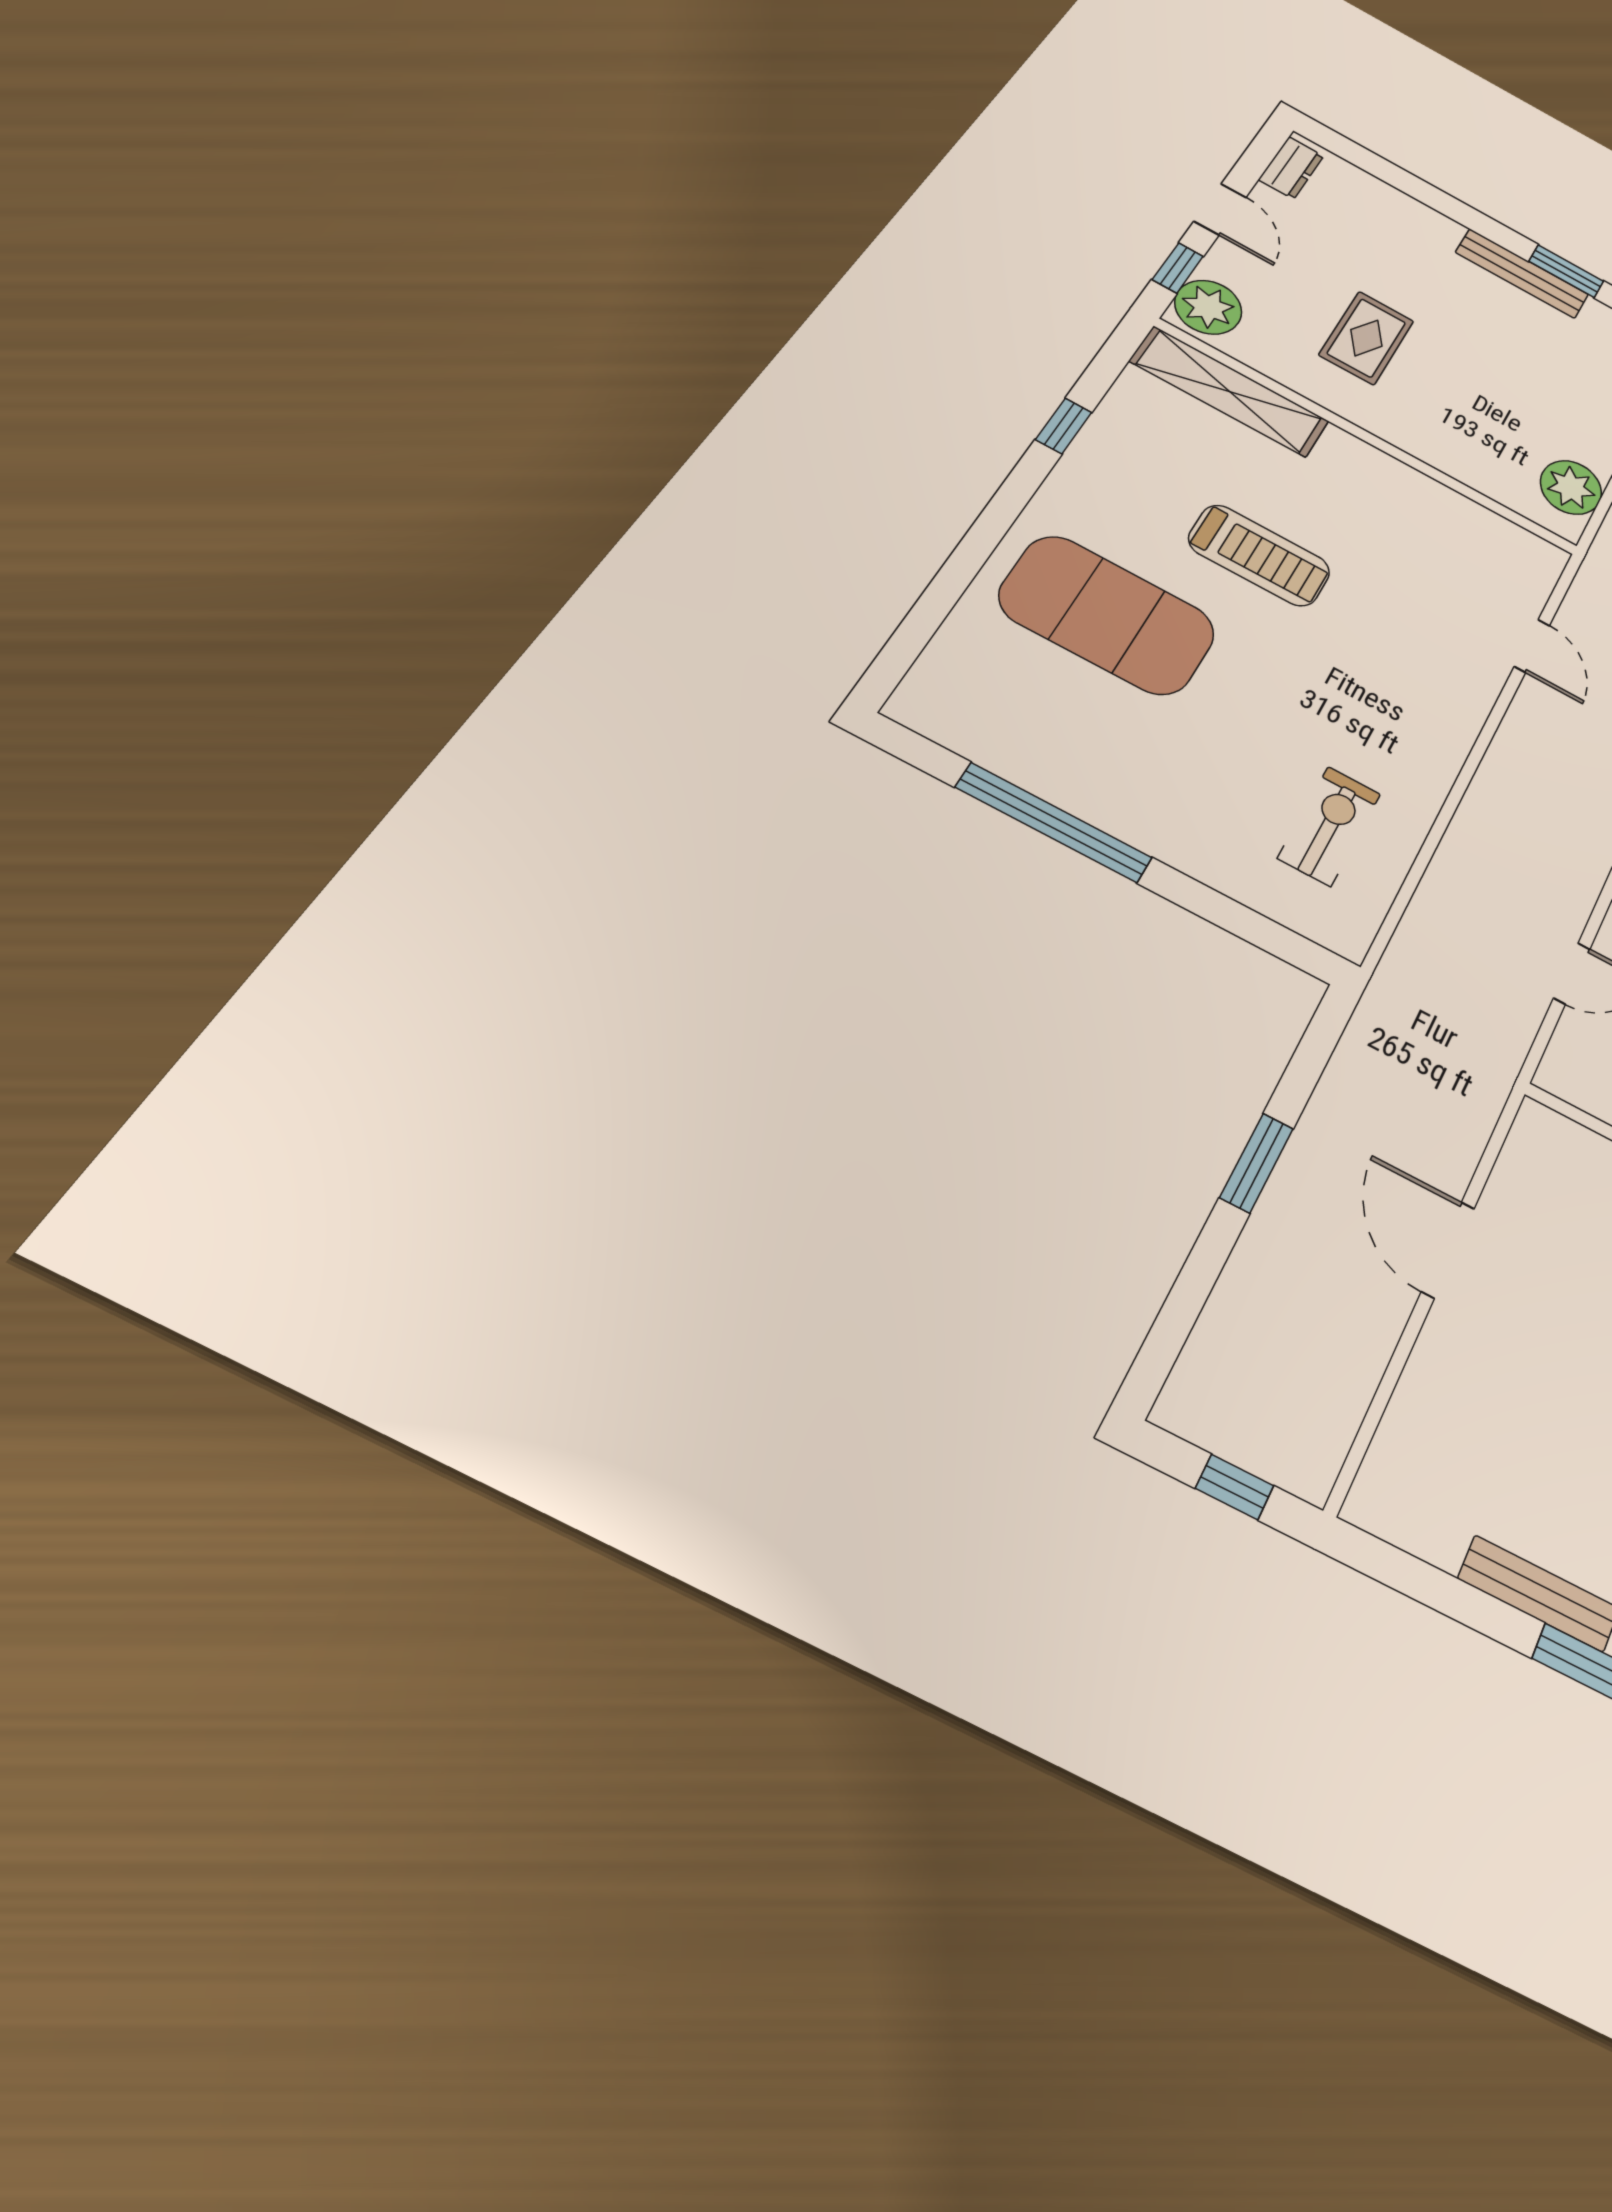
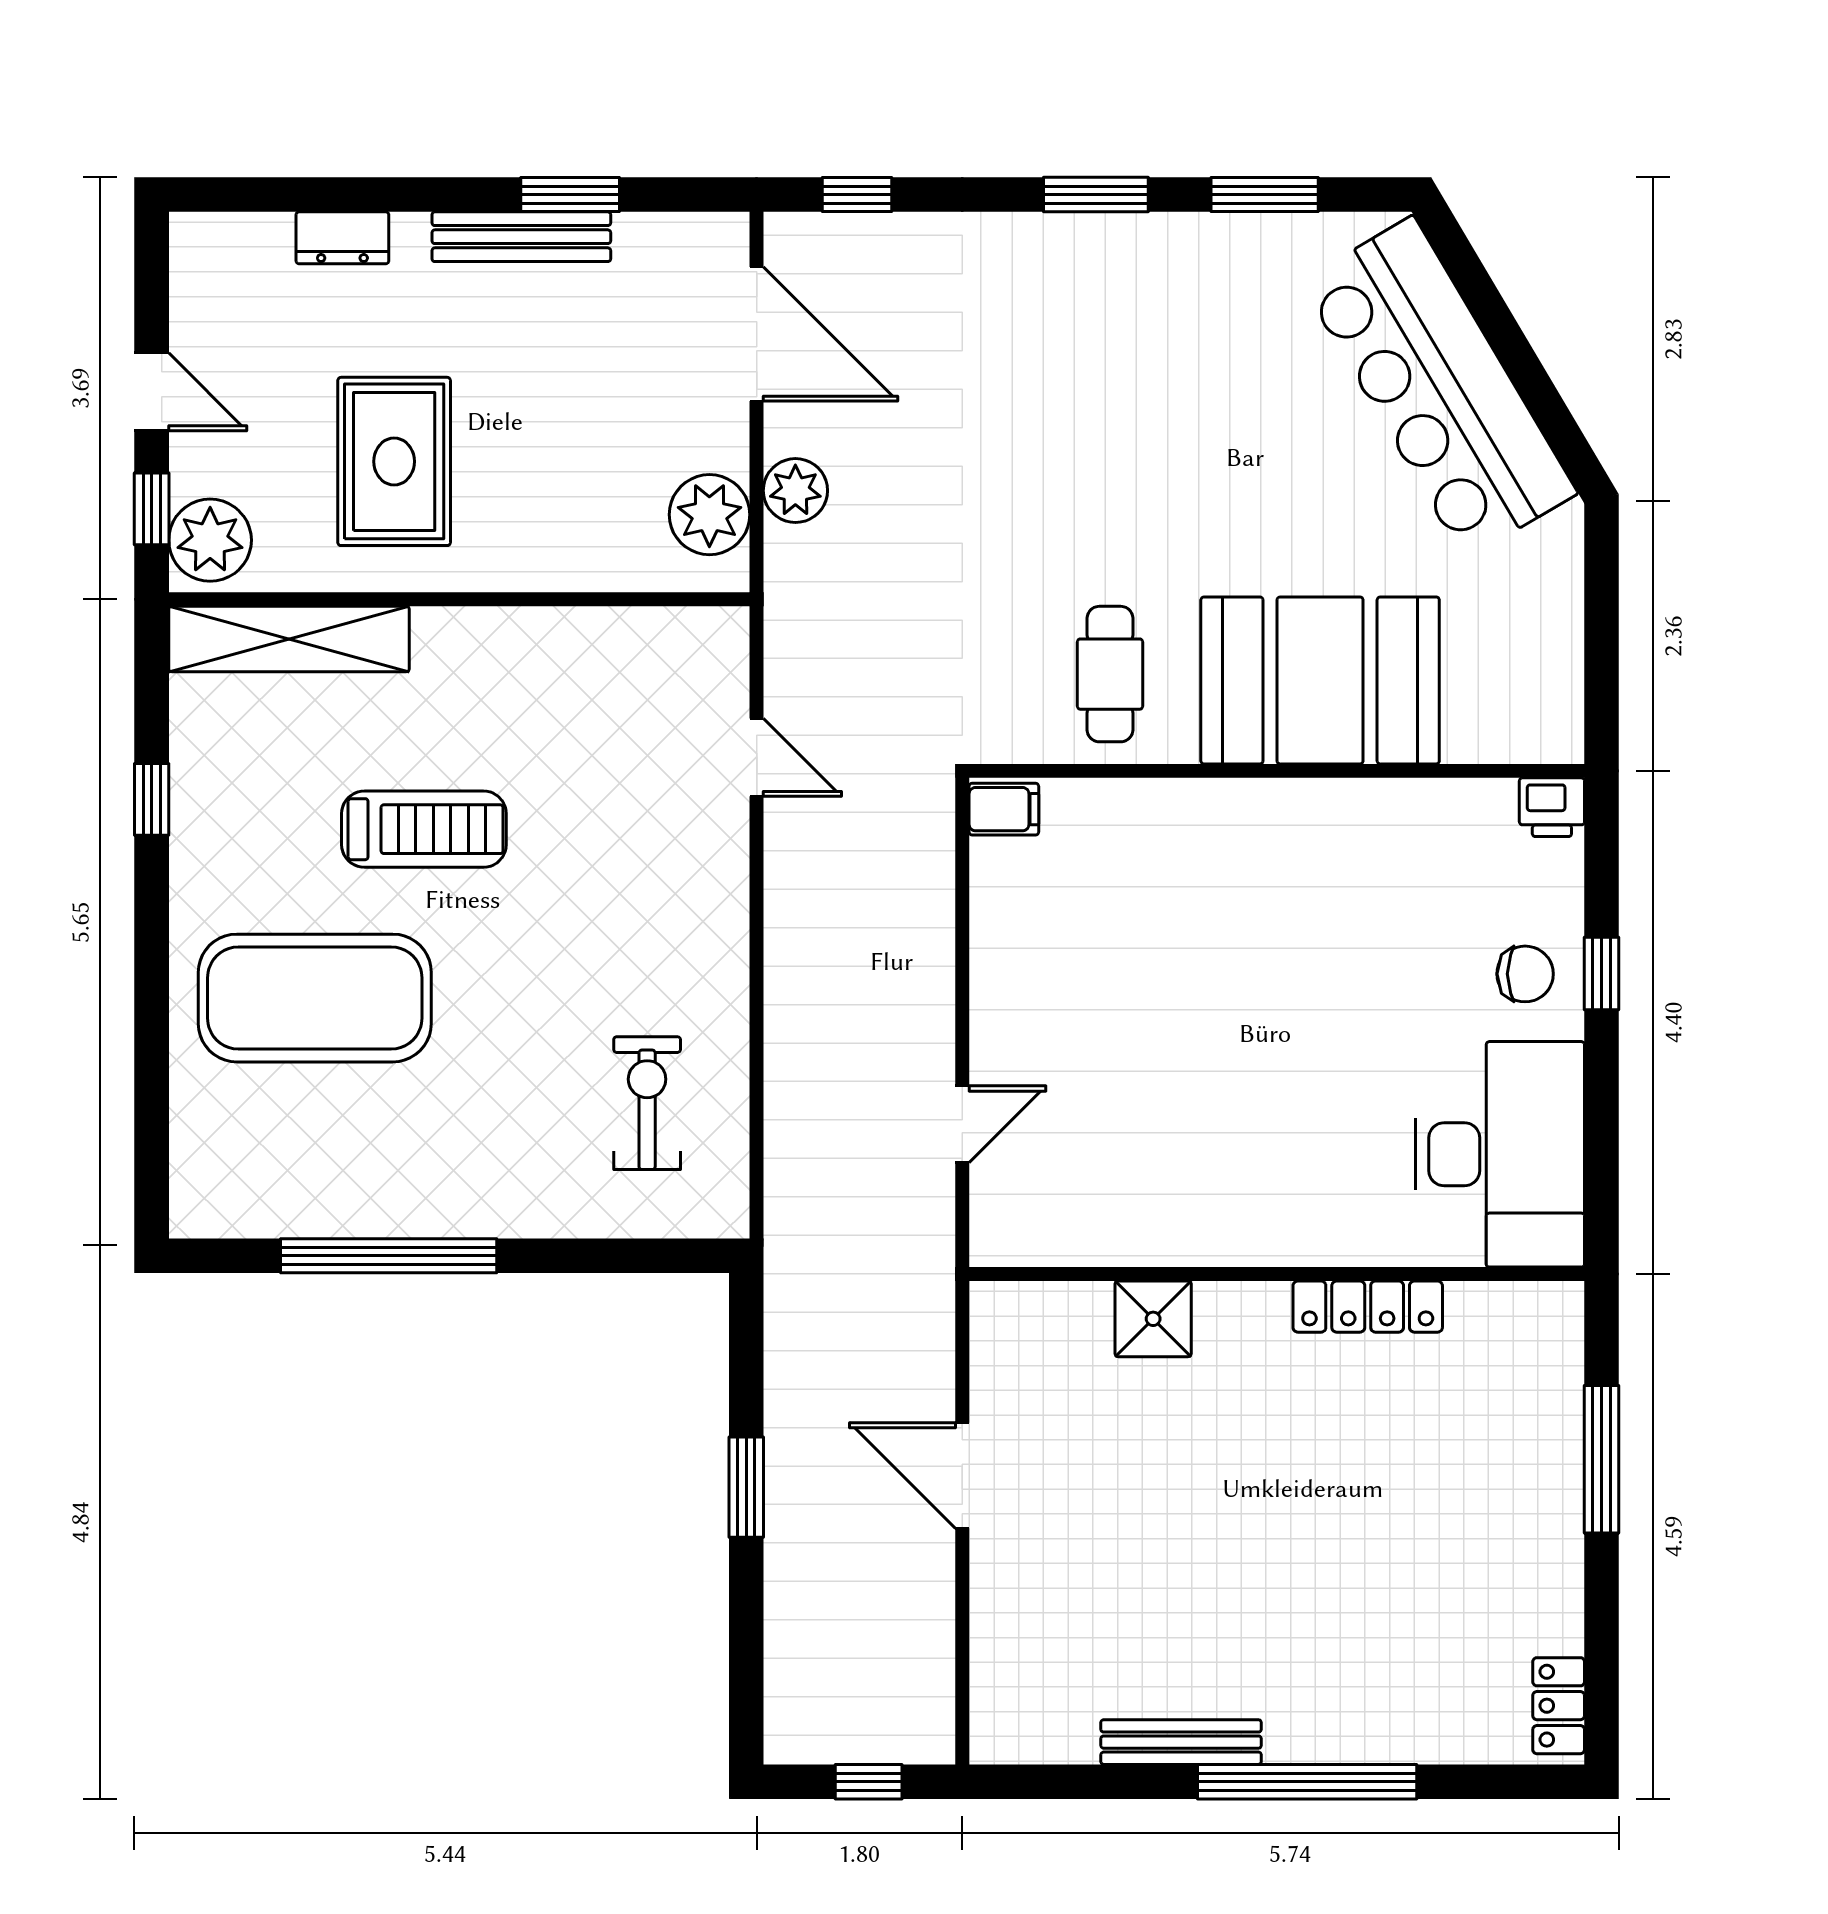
dresser: (1291, 168) -> (342, 238), moved, turned 90
rug: (1366, 338) -> (394, 461), width x1.36, depth x1.43

